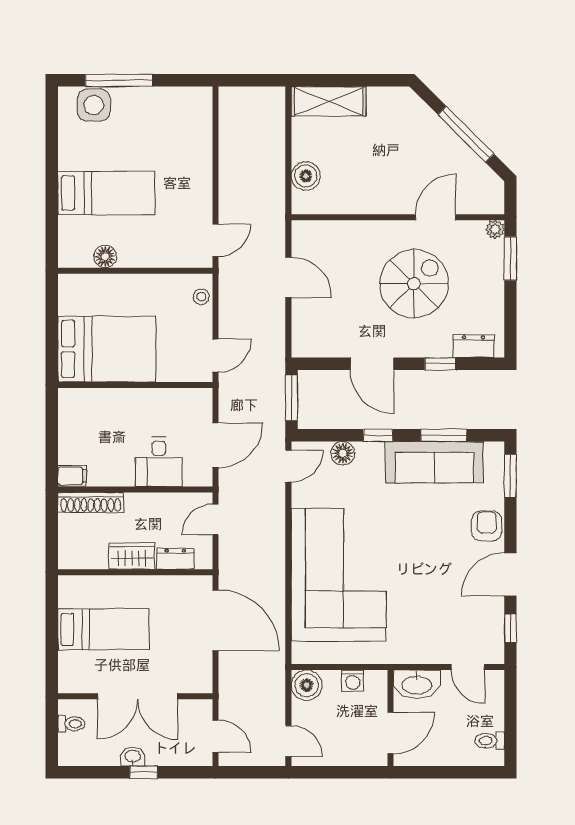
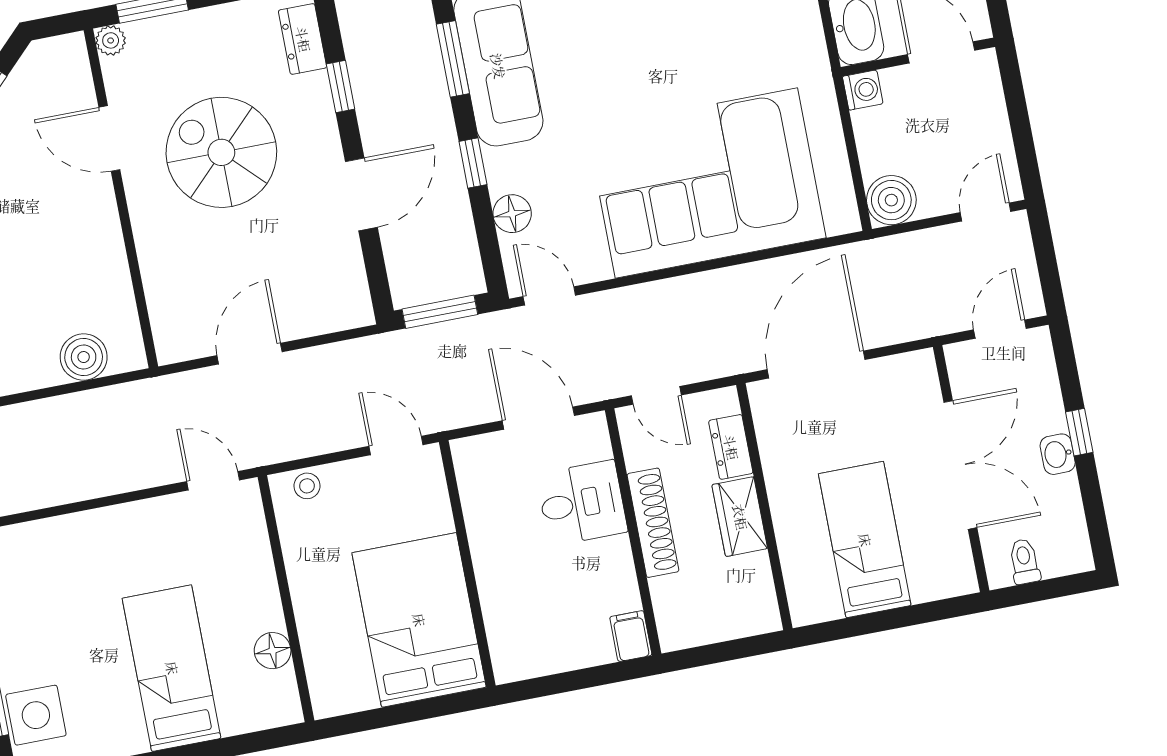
shoe rack: (91, 503) -> (653, 523), moved
washing machine: (353, 681) -> (863, 90), moved

